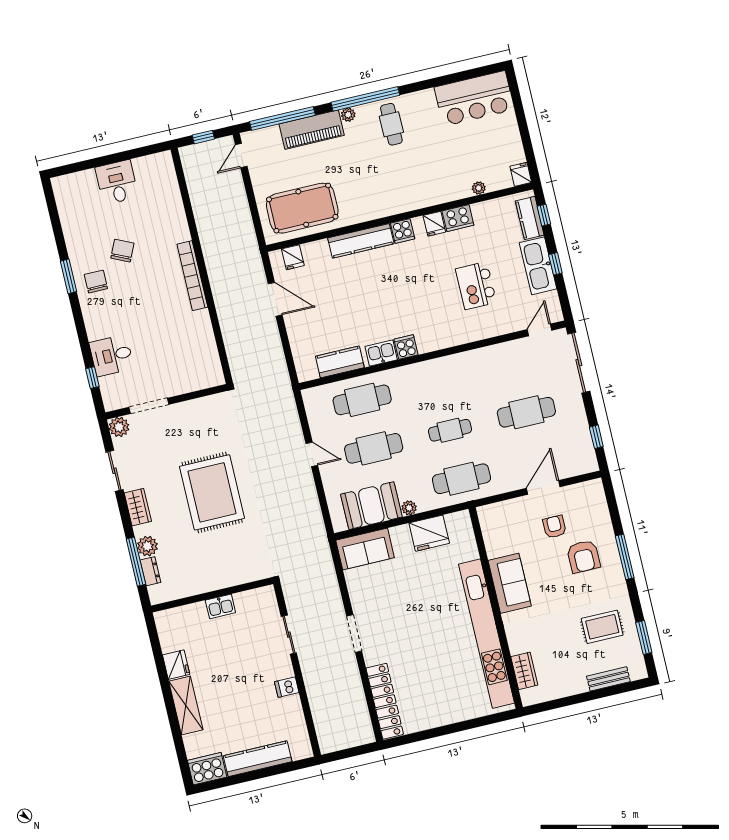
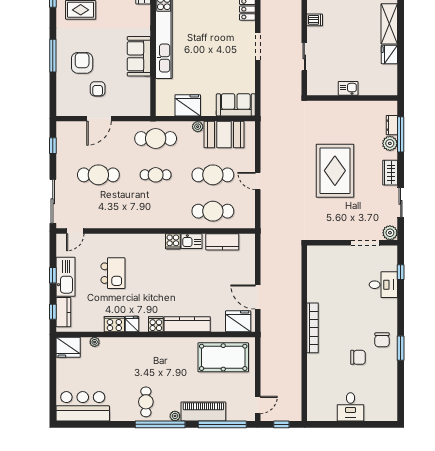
fridge: (521, 174) -> (68, 347), width x1.88, depth x1.34
chair: (122, 251) -> (358, 357), turned -115
fridge: (293, 257) -> (238, 321), width x1.88, depth x1.34

